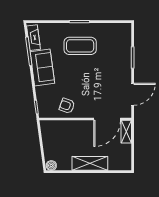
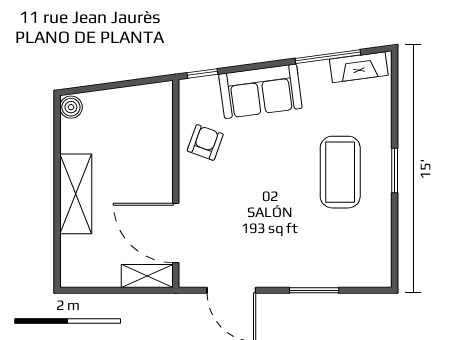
sofa: (42, 68) -> (260, 91), moved

